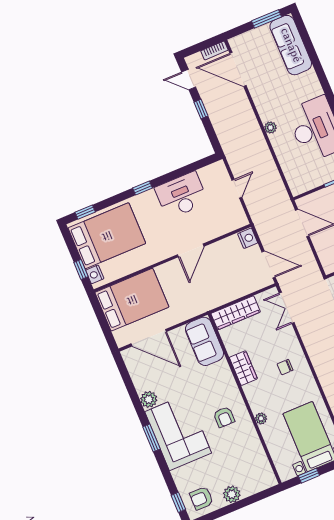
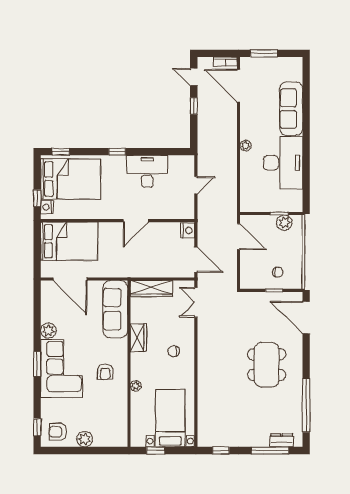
window: (266, 19) -> (264, 53), moved
sofa: (291, 45) -> (291, 109), moved
sofa: (204, 341) -> (115, 309), width x1.36

